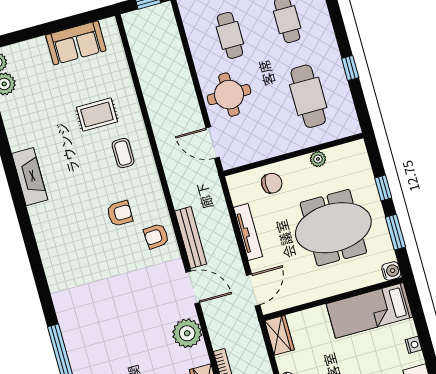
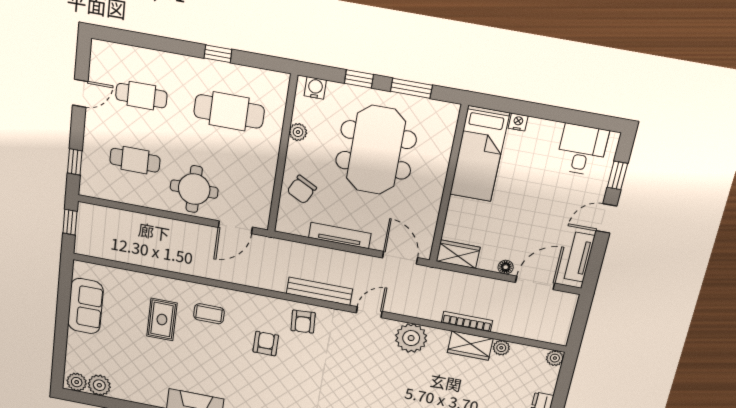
chair: (272, 183) -> (302, 190), turned -153
water cooler: (391, 271) -> (315, 88), moved
door: (193, 287) -> (369, 312), width x0.73
nightstand: (413, 345) -> (518, 122), moved

